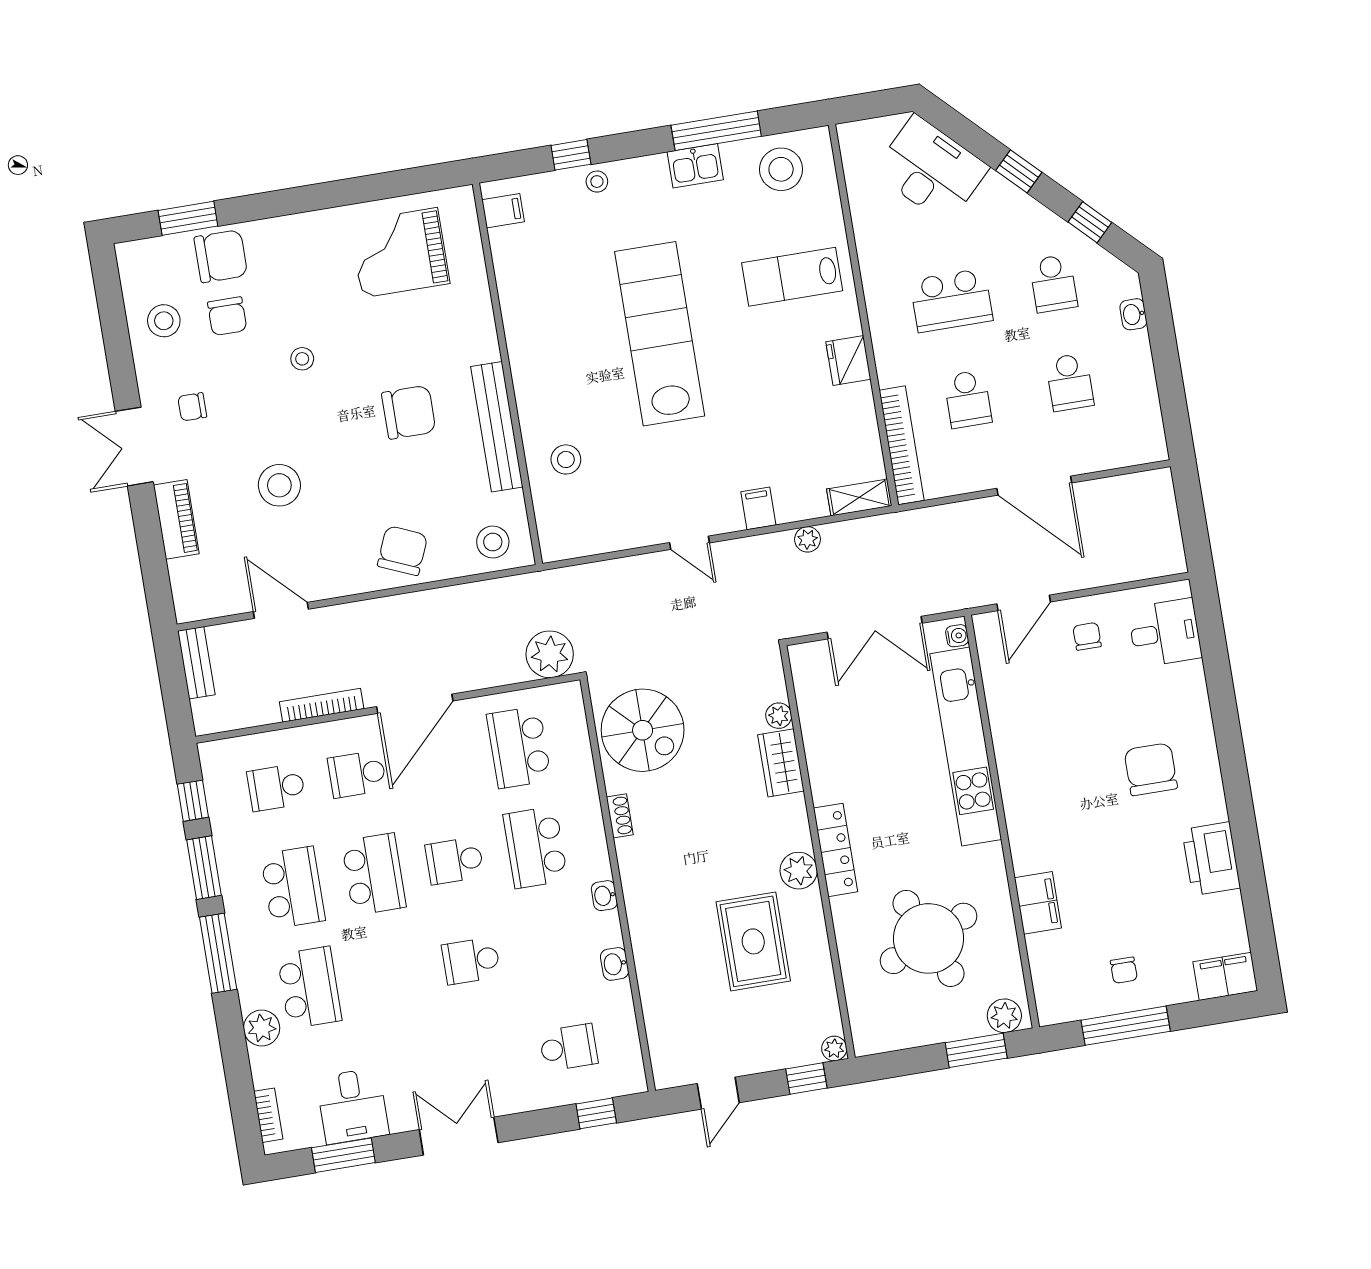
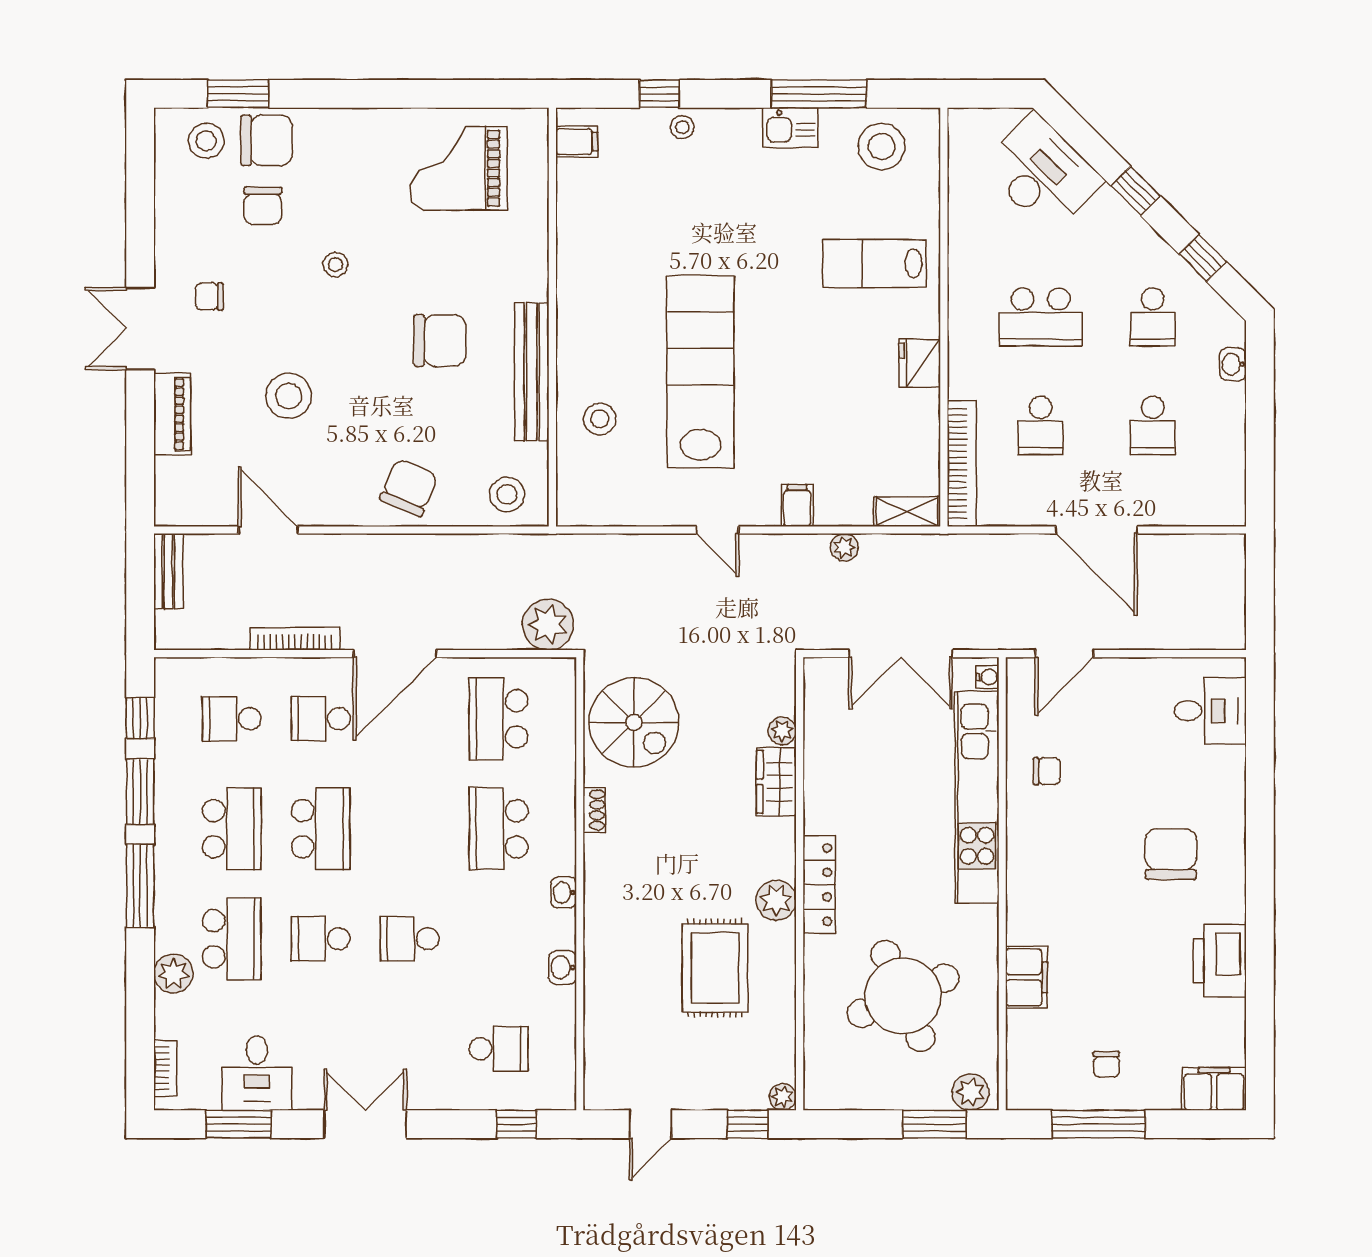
stool: (164, 321) -> (206, 141), moved
lab bench: (660, 334) -> (700, 372), moved
chair: (1087, 636) -> (1047, 771), moved, turned 90
school desk: (455, 861) -> (321, 939), moved

